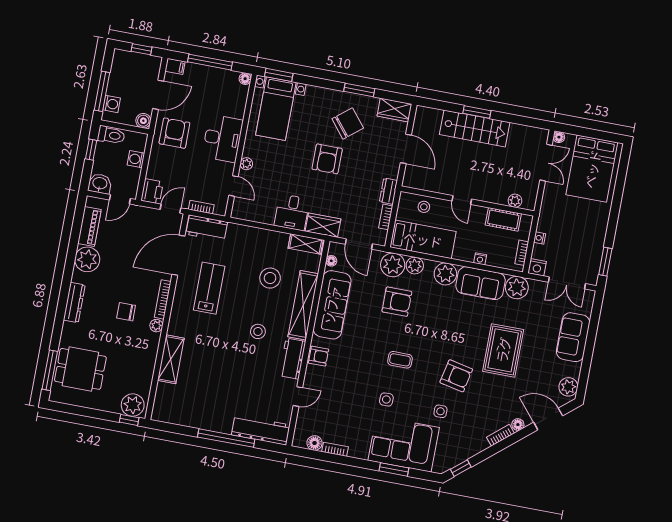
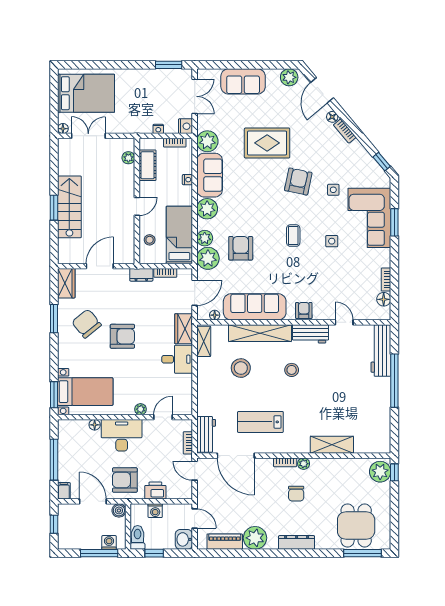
floor lamp: (245, 79) -> (95, 425), moved
printer: (152, 191) -> (155, 490), moved
bookcase: (163, 299) -> (285, 462), width x0.64

